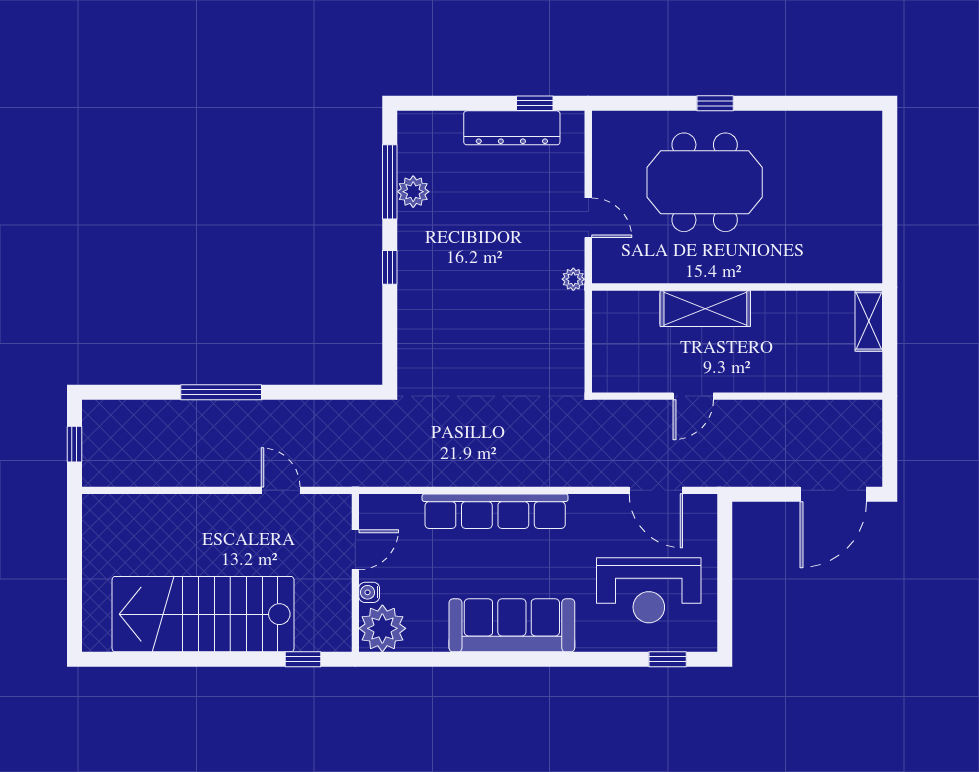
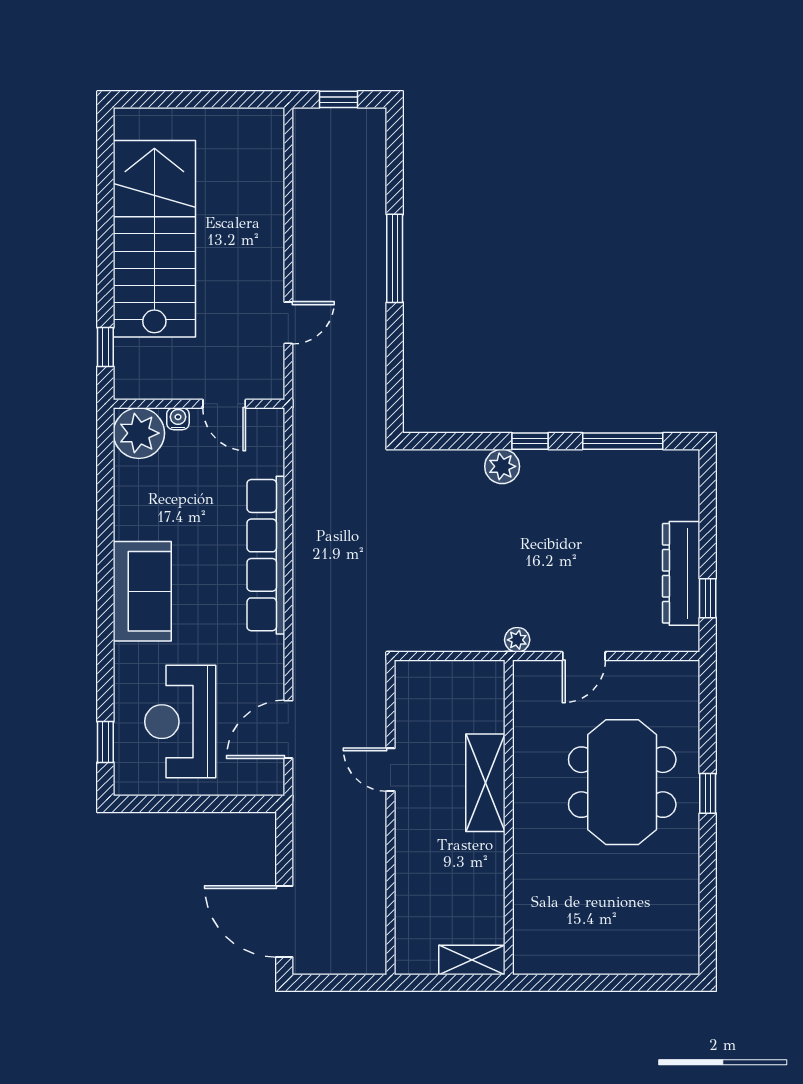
plant: (413, 192) -> (502, 466), moved
sofa: (512, 625) -> (142, 591), width x0.73

